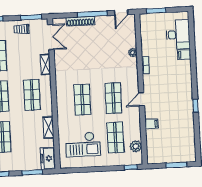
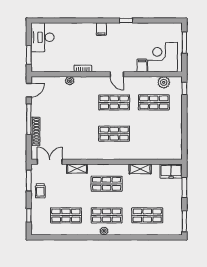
door: (121, 12) -> (29, 90), hinge flipped
desk: (178, 35) -> (43, 37), moved, turned -90
filing cabinet: (184, 55) -> (101, 29), moved
checkout: (83, 144) -> (159, 135), removed
corner desk: (161, 144) -> (163, 57), added

